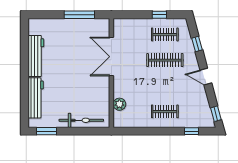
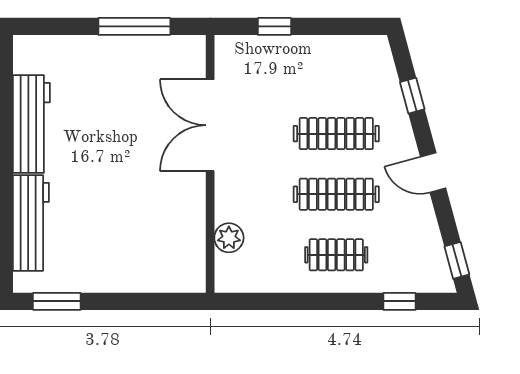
window: (159, 15) -> (274, 26), moved
clothes rail: (165, 34) -> (336, 194), moved, width x1.36
bicycle: (81, 120) -> (139, 276), removed

